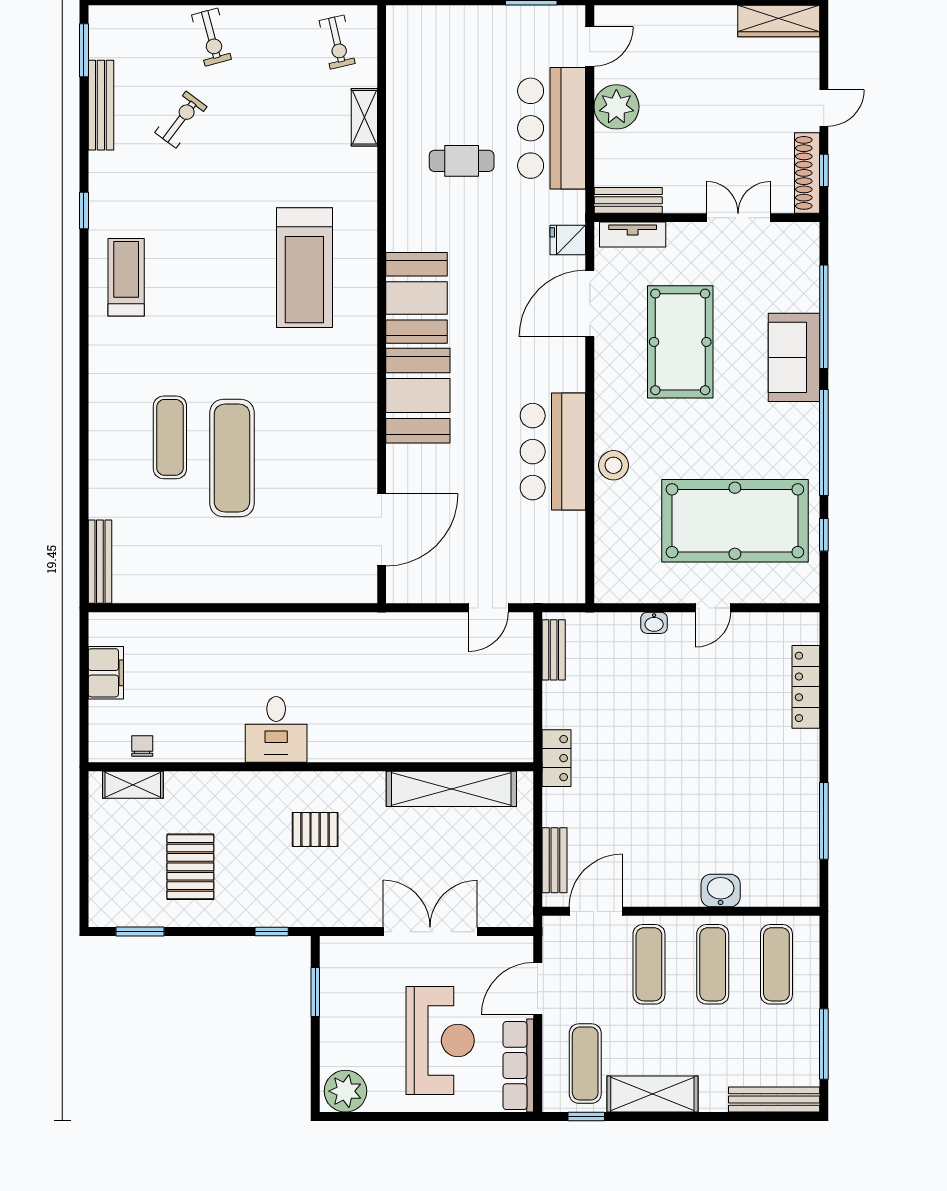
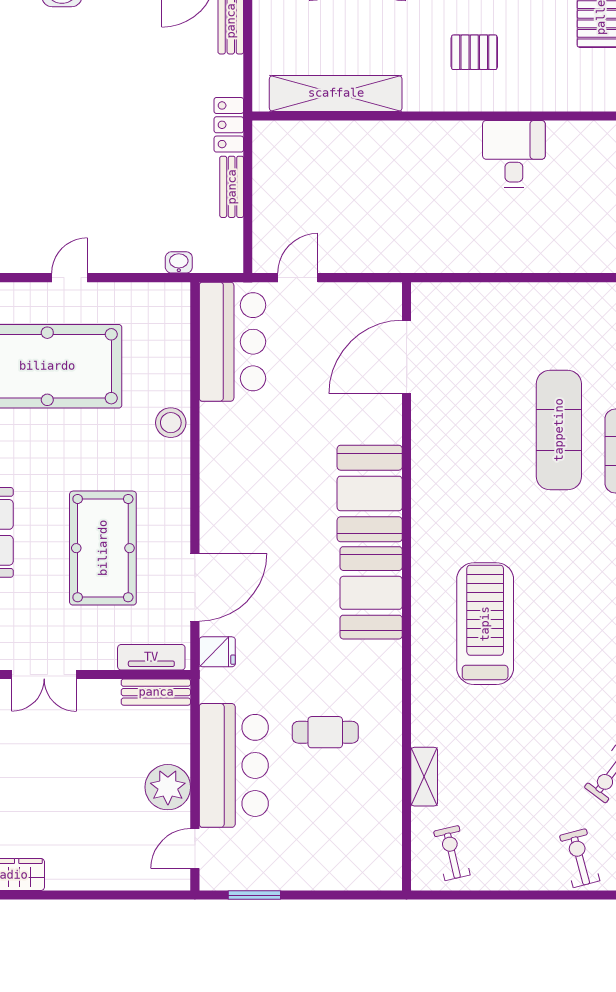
bar counter: (553, 452) -> (232, 342), moved
washbasin: (654, 623) -> (179, 262), moved
bench: (554, 650) -> (232, 187), moved

